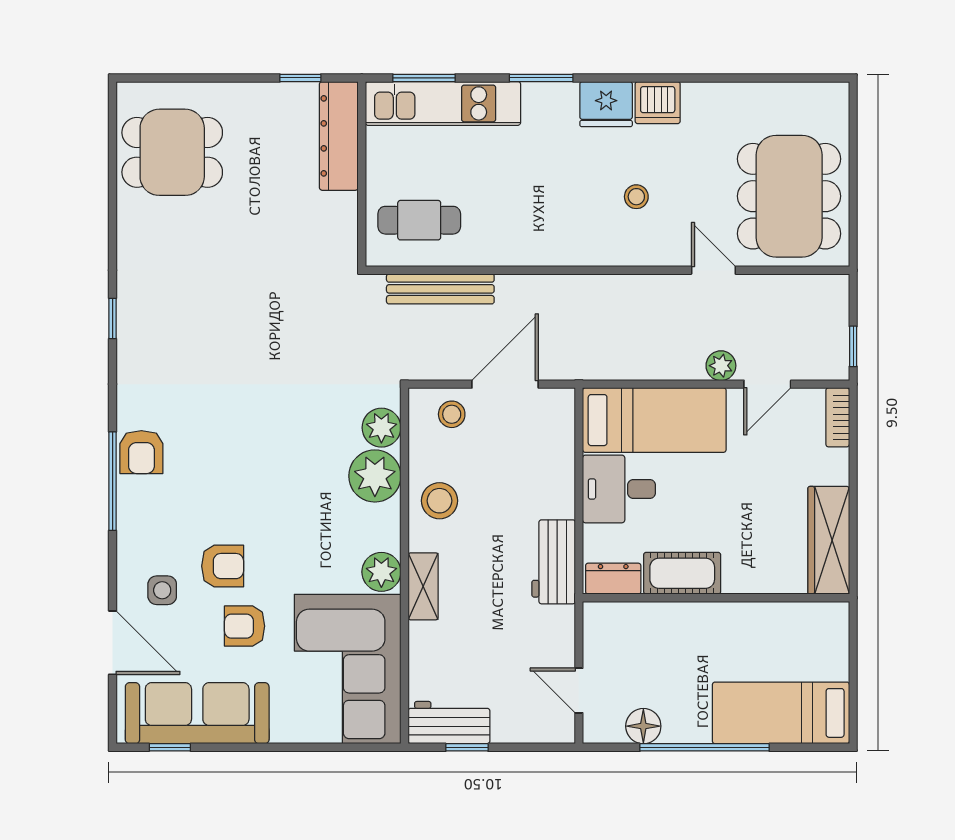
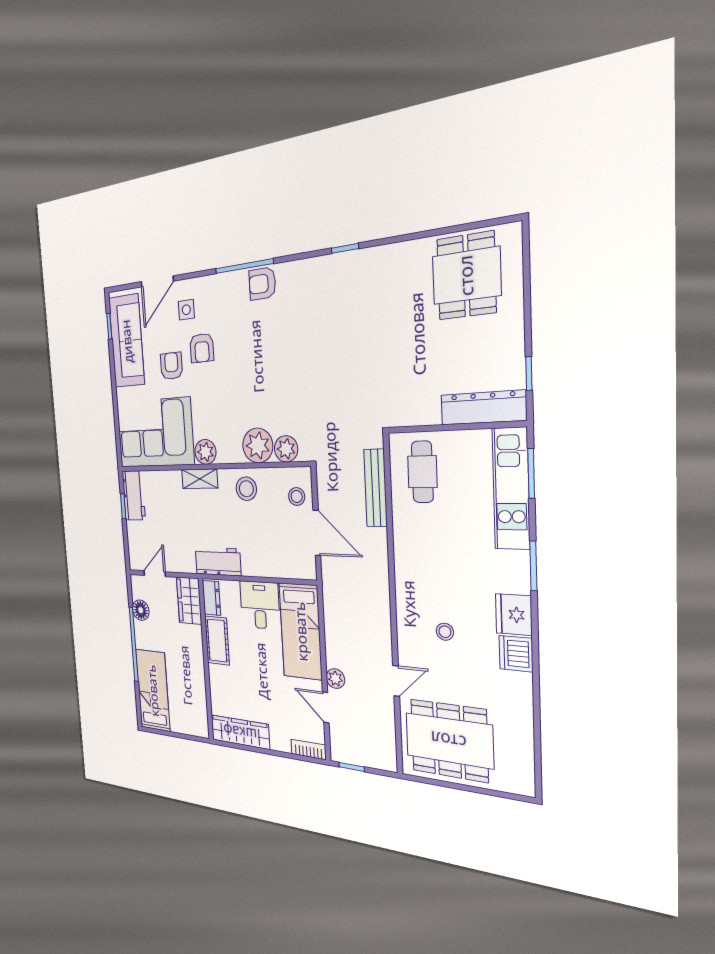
wardrobe: (621, 623) -> (189, 601), added

